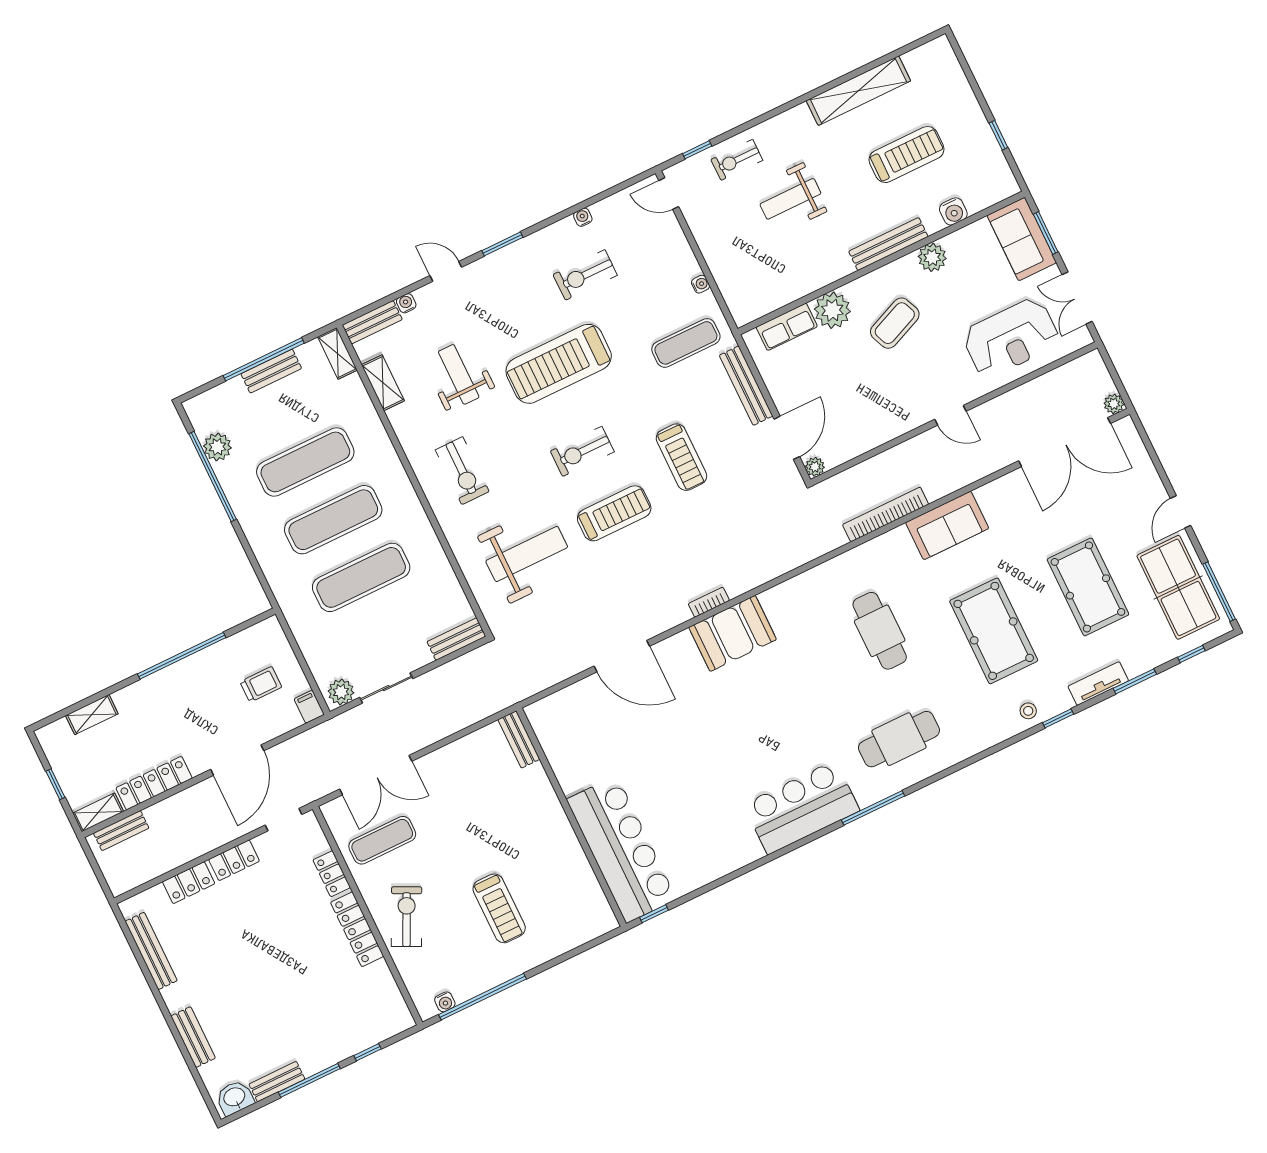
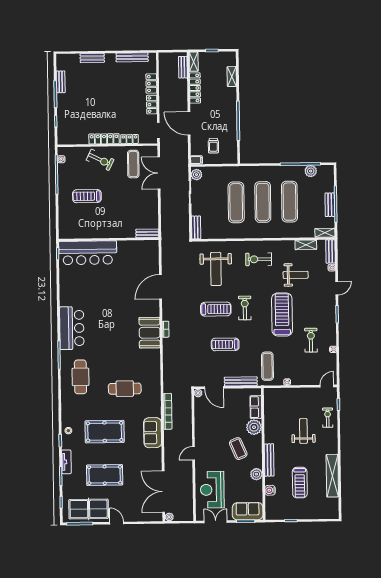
treadmill: (614, 513) -> (216, 309), turned -90
washbasin: (235, 1098) -> (62, 63), removed

